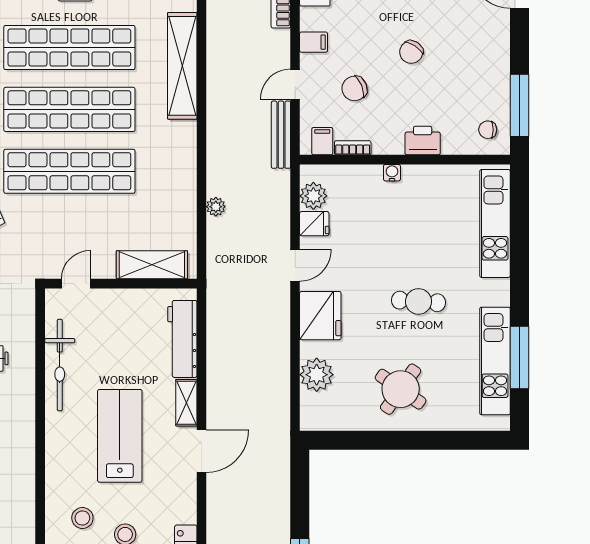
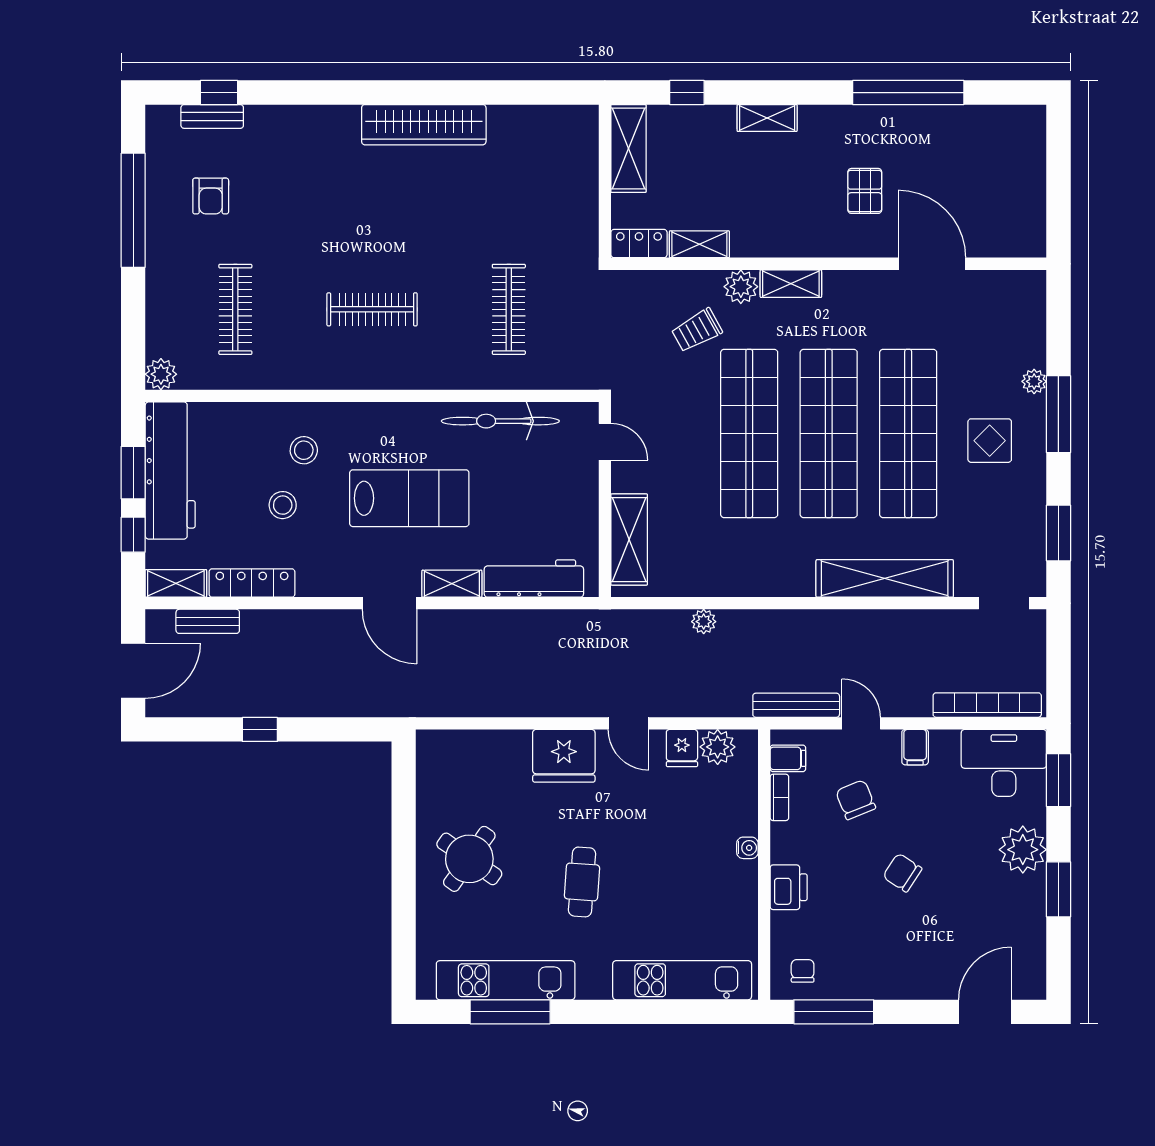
plant: (317, 375) -> (488, 751), removed

